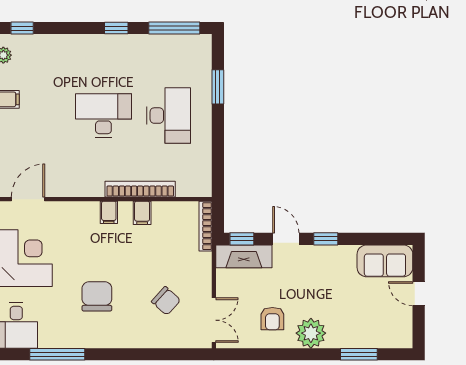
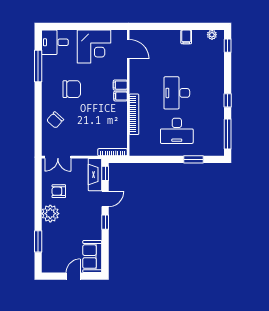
desk: (103, 116) -> (177, 93), turned 180
filing cabinet: (142, 213) -> (120, 85), moved
chair: (166, 301) -> (55, 120), moved

